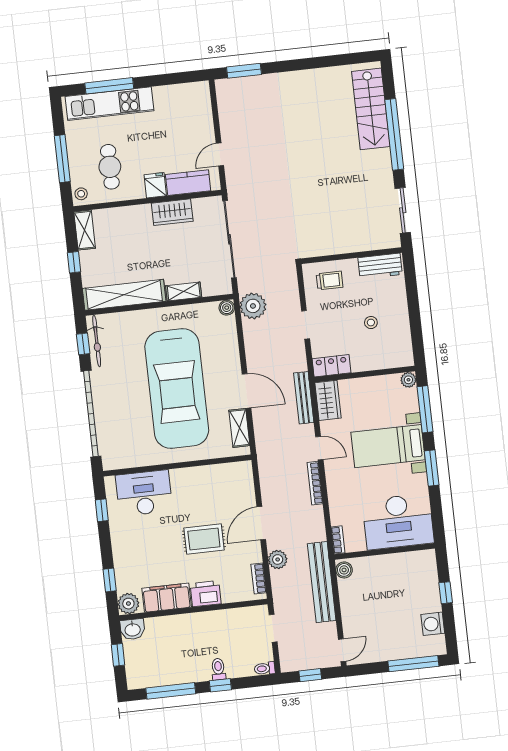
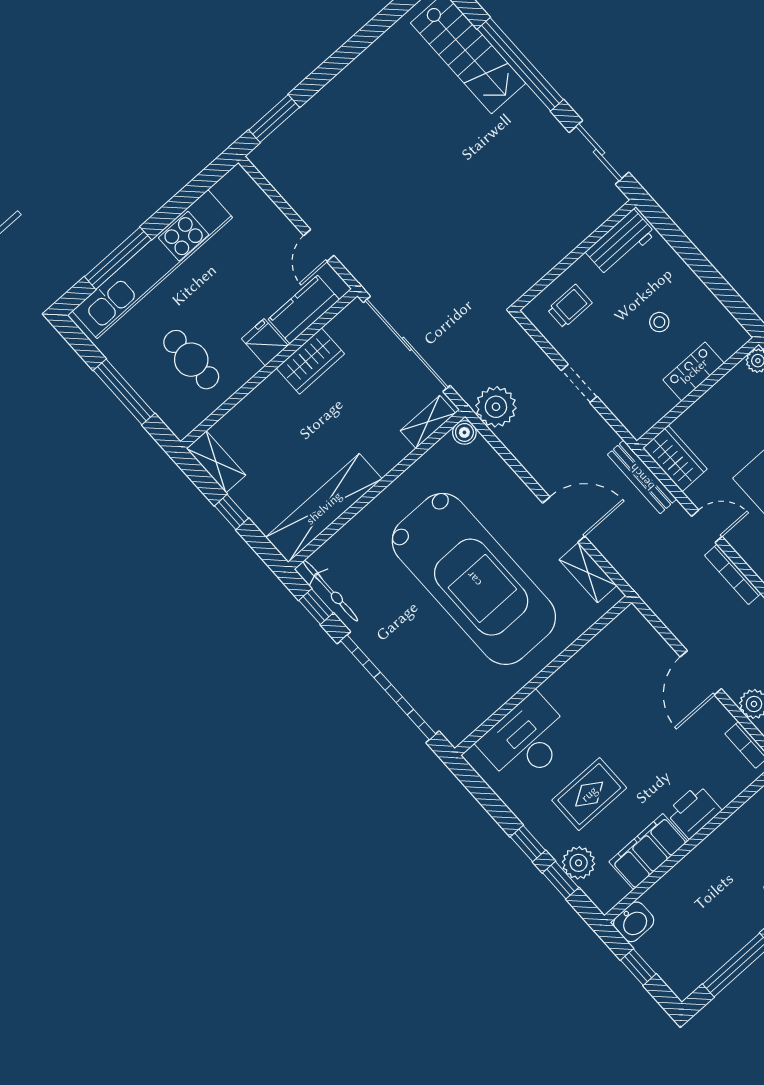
kitchen unit: (110, 104) -> (152, 264), width x1.36
stool: (81, 194) -> (179, 419), removed
shelving: (184, 291) -> (428, 422), moved
locker: (332, 366) -> (694, 371), moved
window: (102, 510) -> (528, 844), moved
rug: (204, 539) -> (589, 794), moved
plant: (128, 604) -> (579, 863), moved

